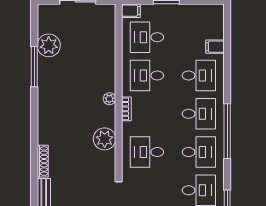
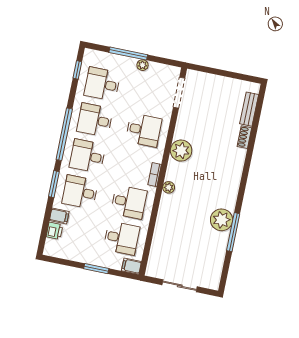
printer: (217, 31) -> (54, 231), added
plant: (49, 45) -> (222, 220), moved
window: (227, 78) -> (54, 184), added
shoe rack: (43, 161) -> (244, 137), width x0.70

